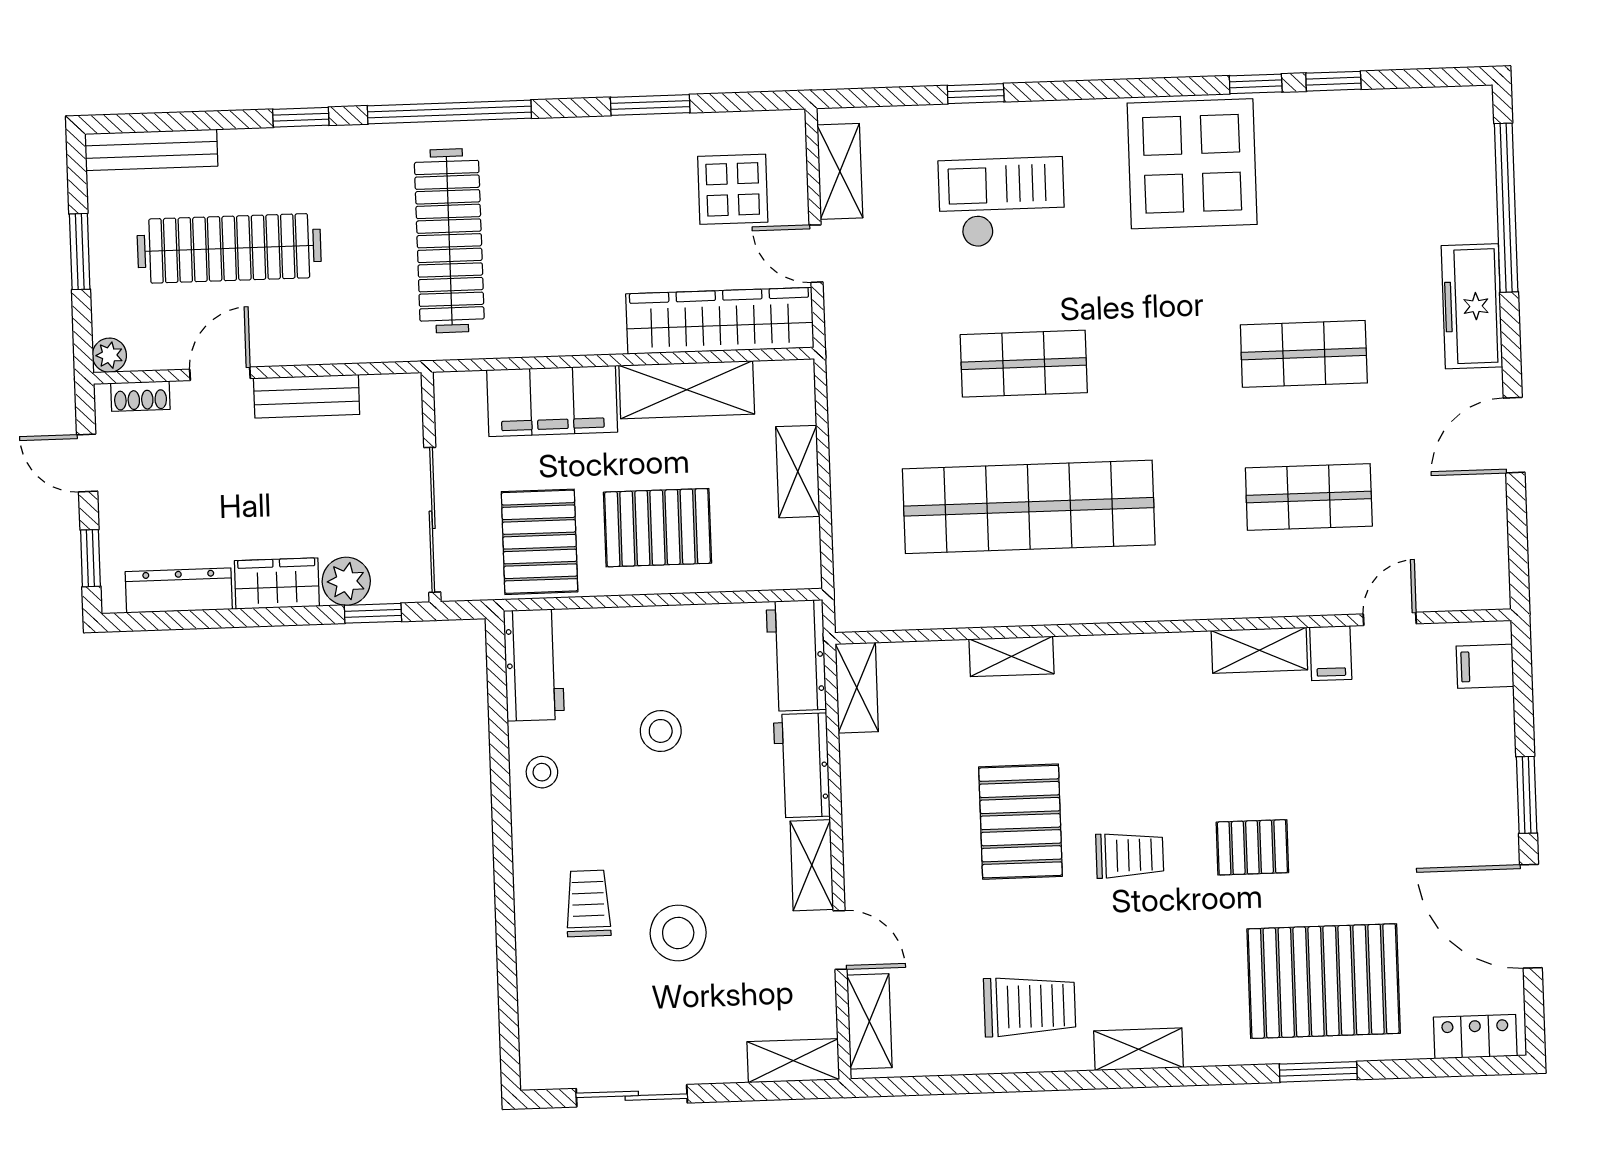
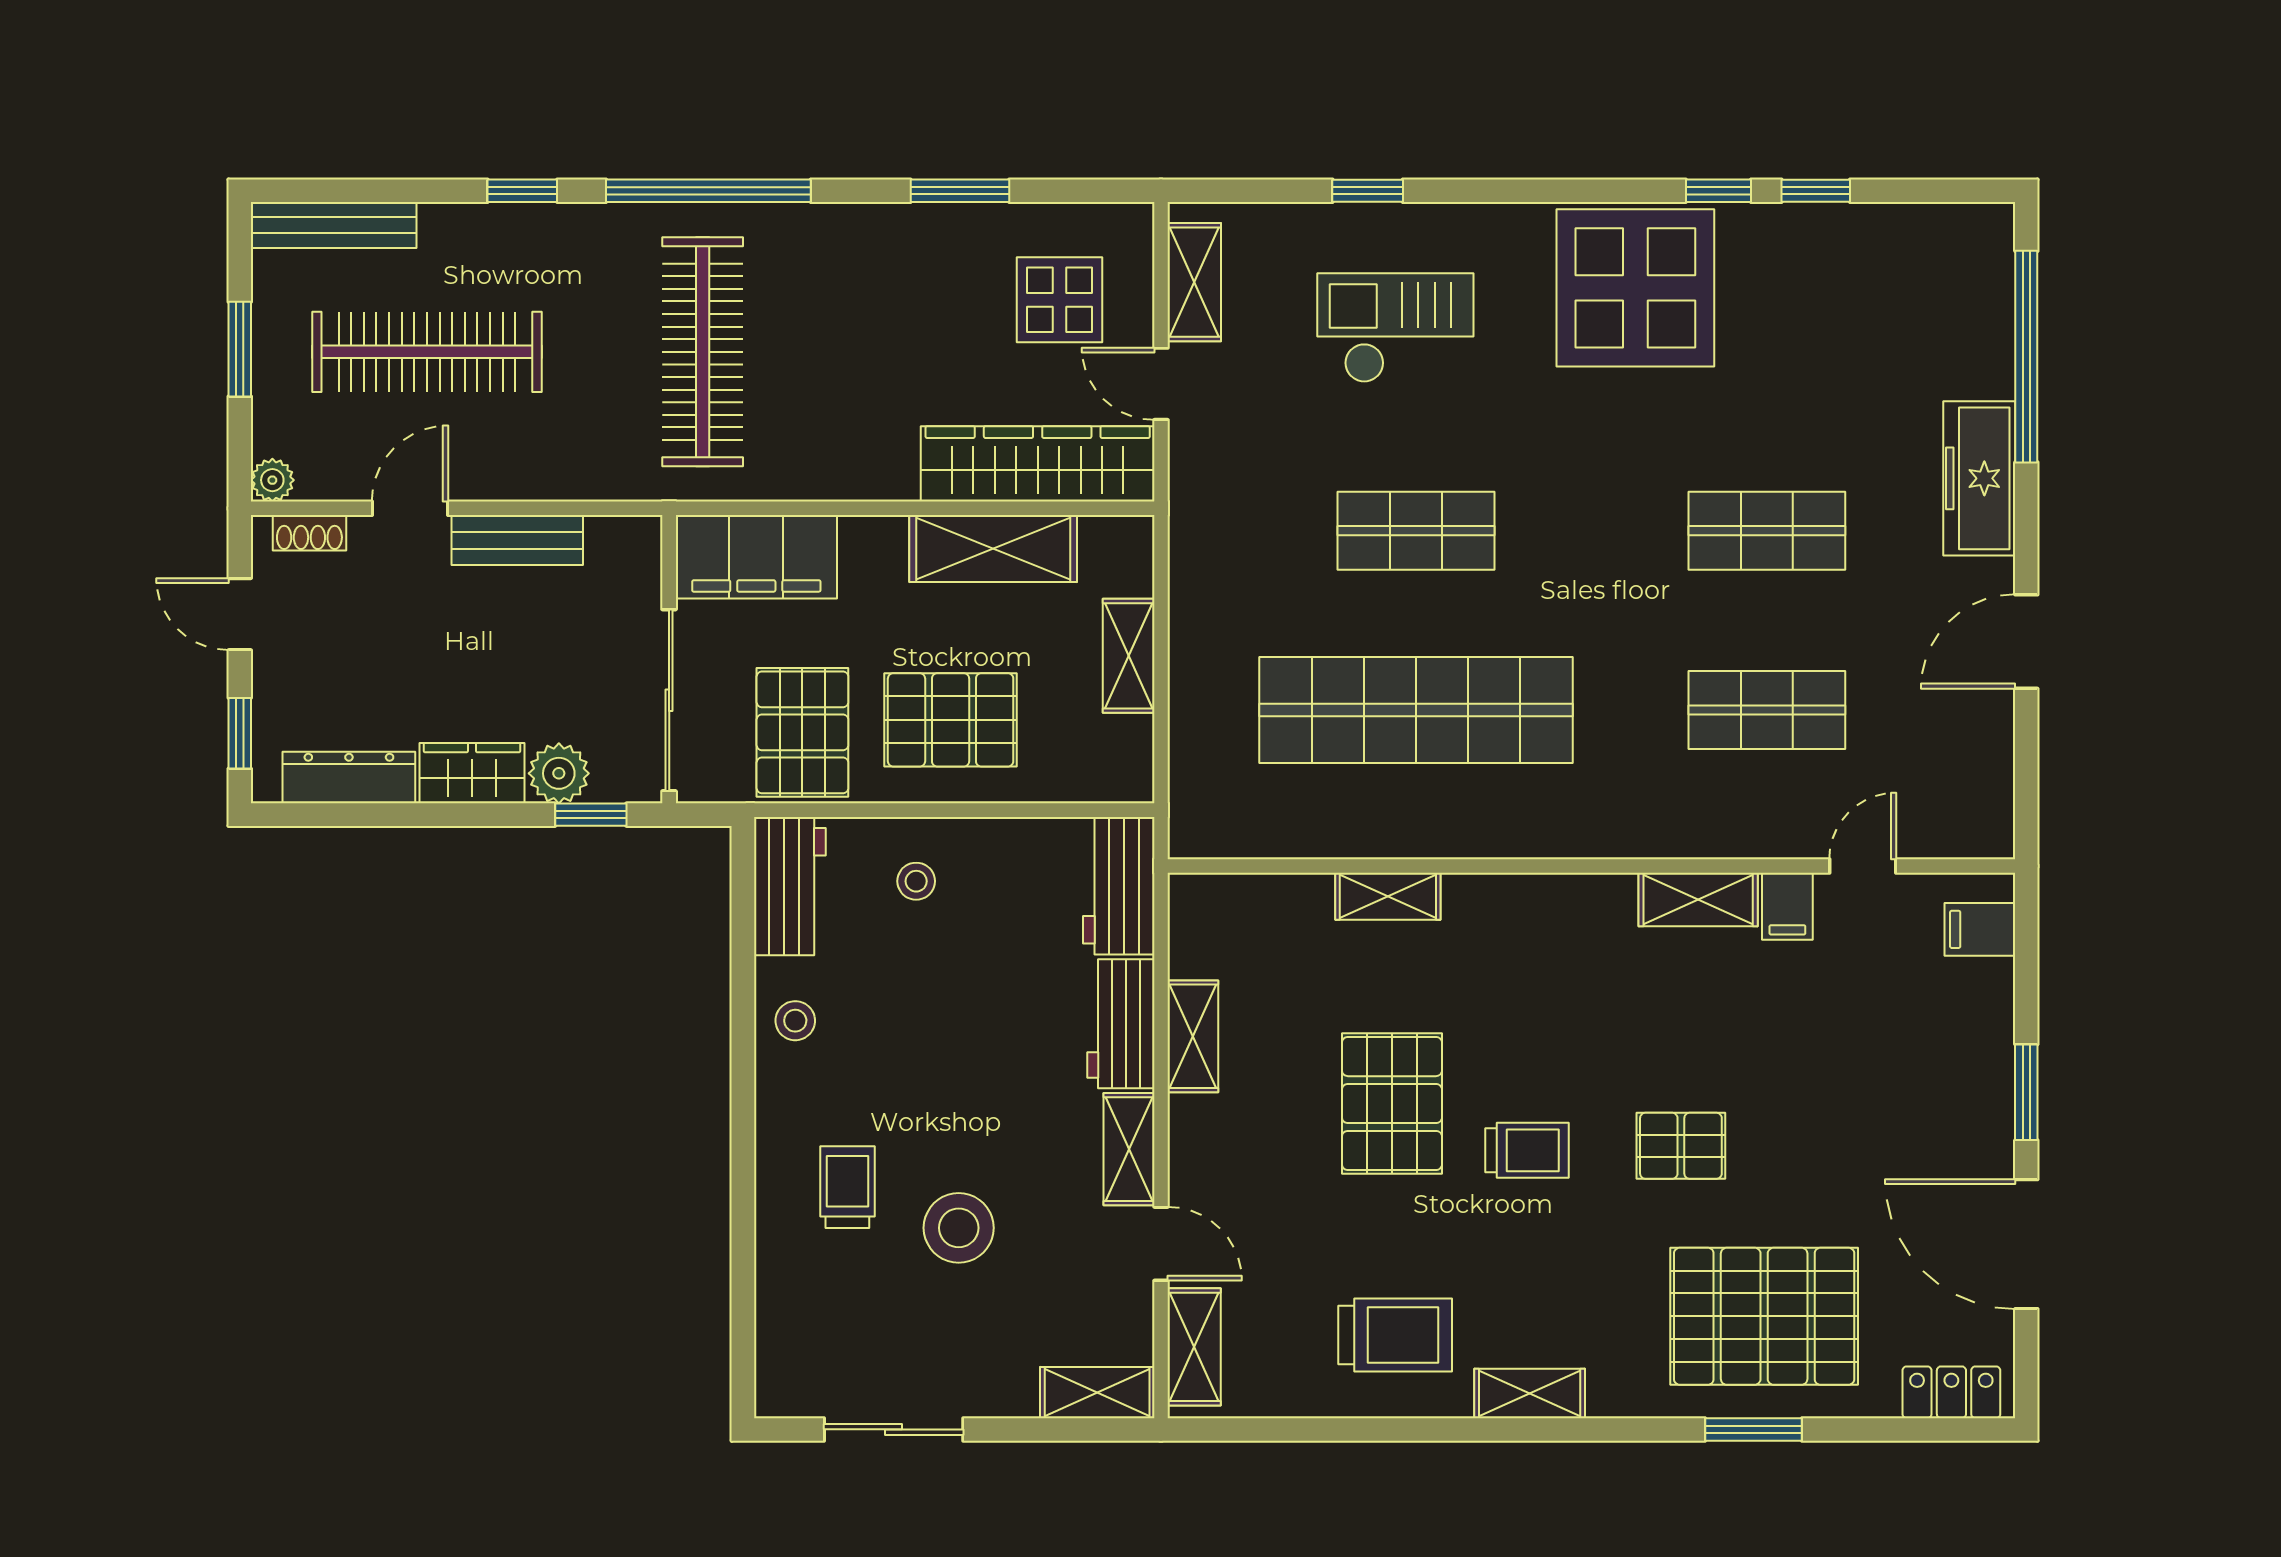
filing cabinet: (552, 401) -> (756, 557), moved
shelving: (857, 688) -> (1193, 1036), moved
stool: (661, 731) -> (916, 881), moved, width x0.73, depth x0.73

